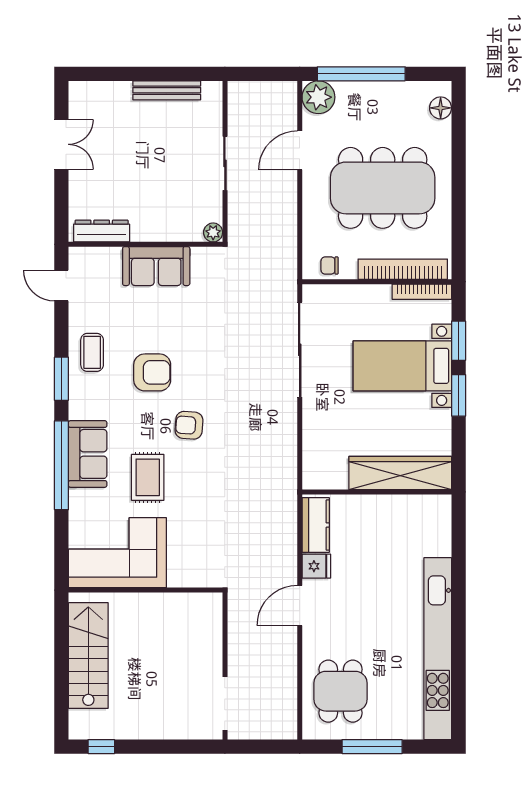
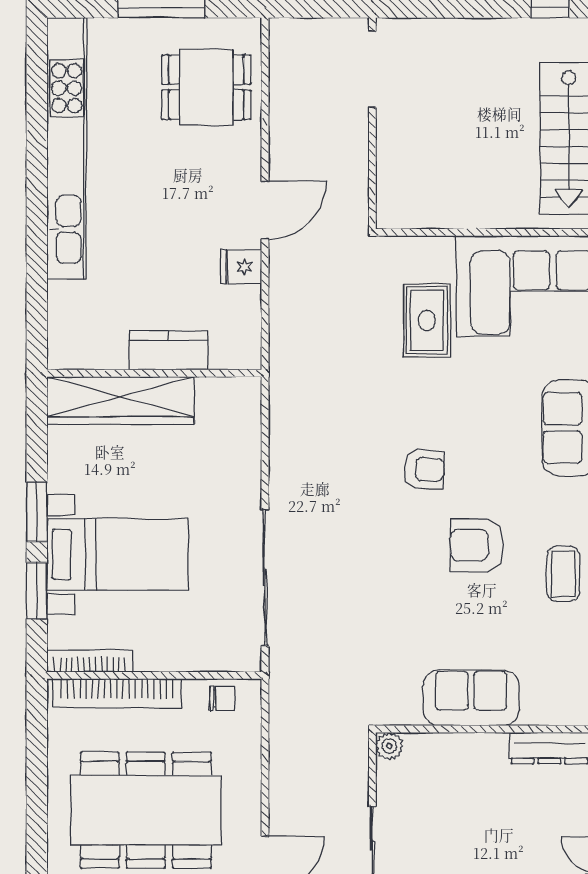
rug: (148, 477) -> (427, 320), moved
kitchen counter: (316, 525) -> (168, 350), moved, turned 90
dining table: (340, 691) -> (206, 87), turned 90

